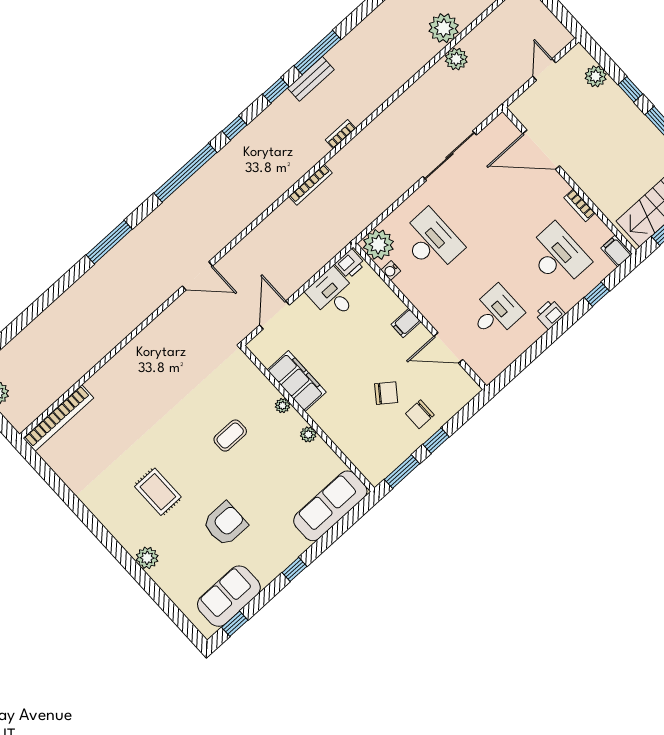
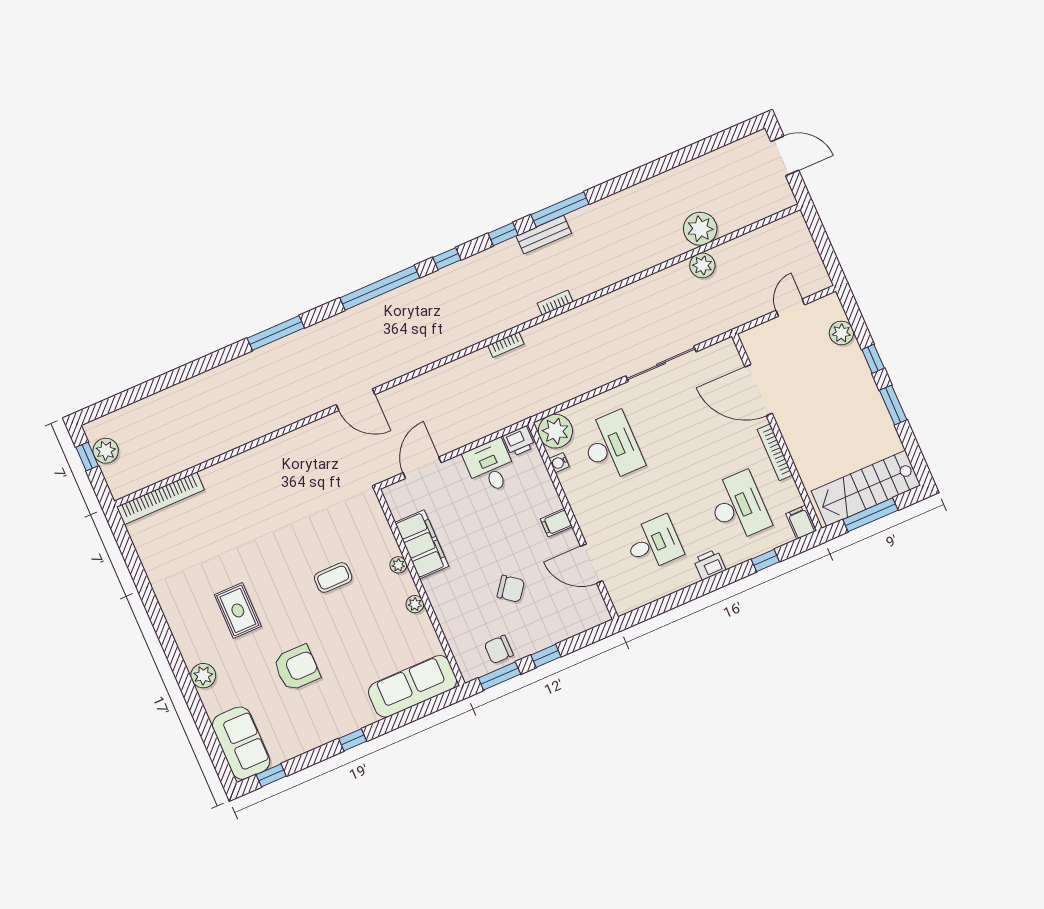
bookcase: (310, 185) -> (506, 345), width x0.64
bookcase: (580, 205) -> (775, 452), width x1.56
chair: (420, 414) -> (499, 650), moved
sofa: (229, 596) -> (241, 743), moved, turned 90

